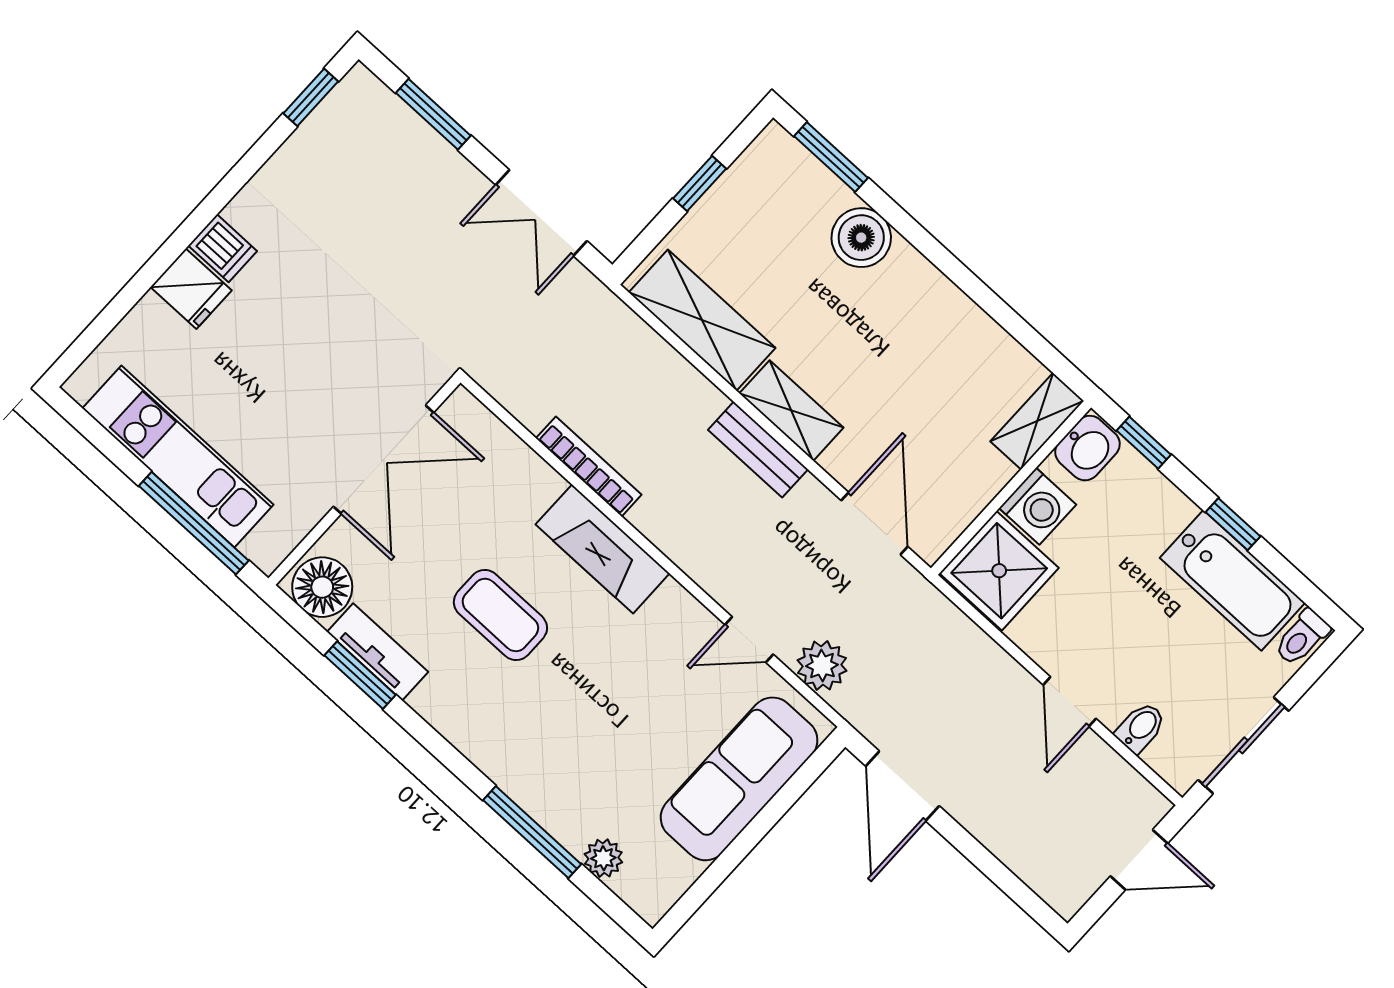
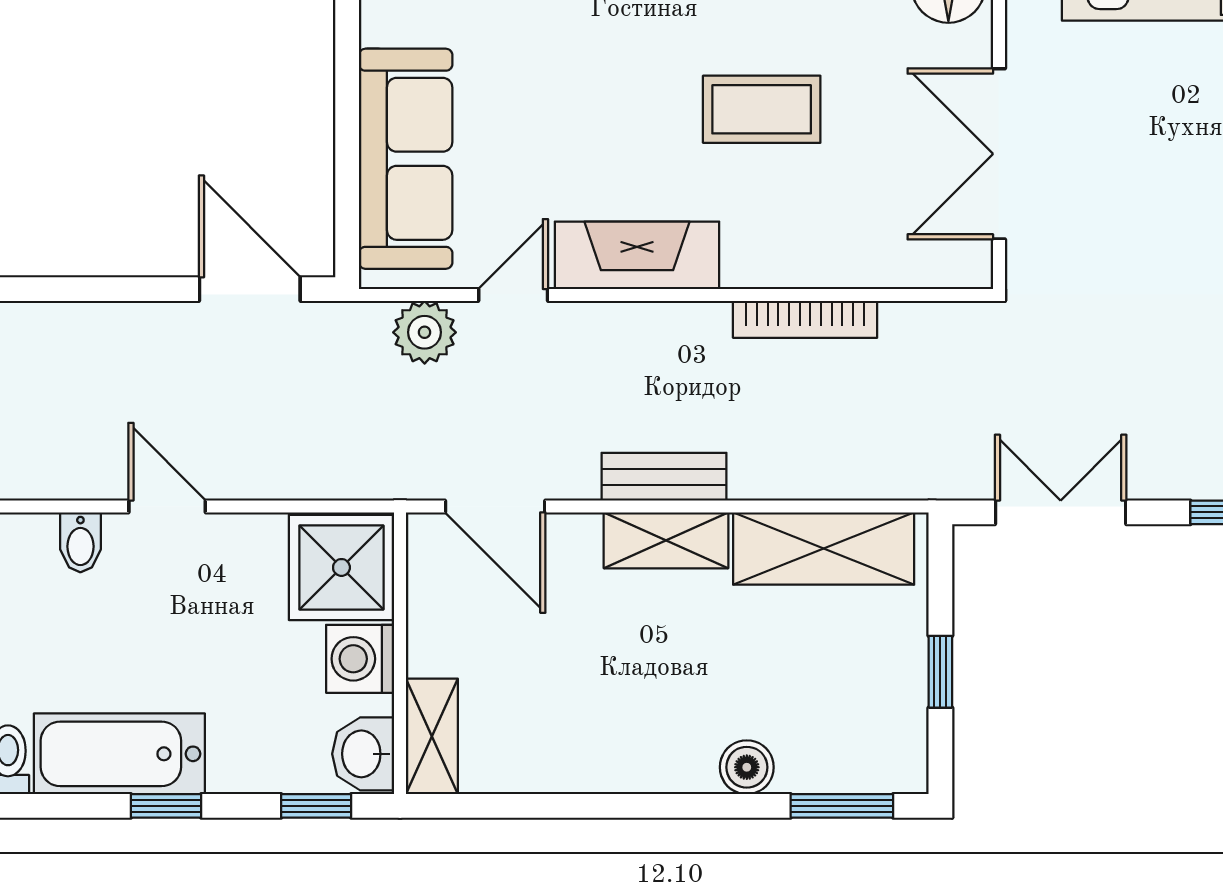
boiler: (861, 238) -> (747, 767), width x0.73, depth x0.73
fireplace: (603, 549) -> (637, 255), moved

